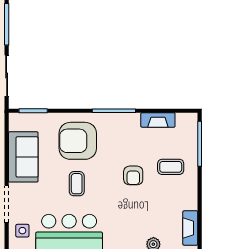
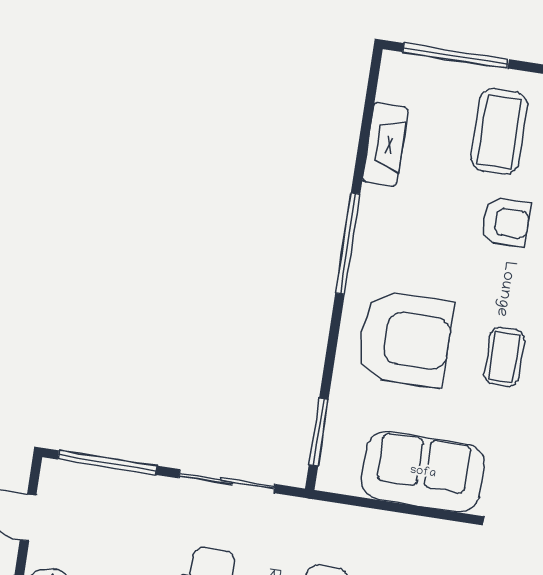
armchair: (78, 141) -> (405, 339), turned -90
coffee table: (171, 167) -> (499, 132), width x1.36, depth x1.30
coffee table: (77, 184) -> (504, 357), turned 90

